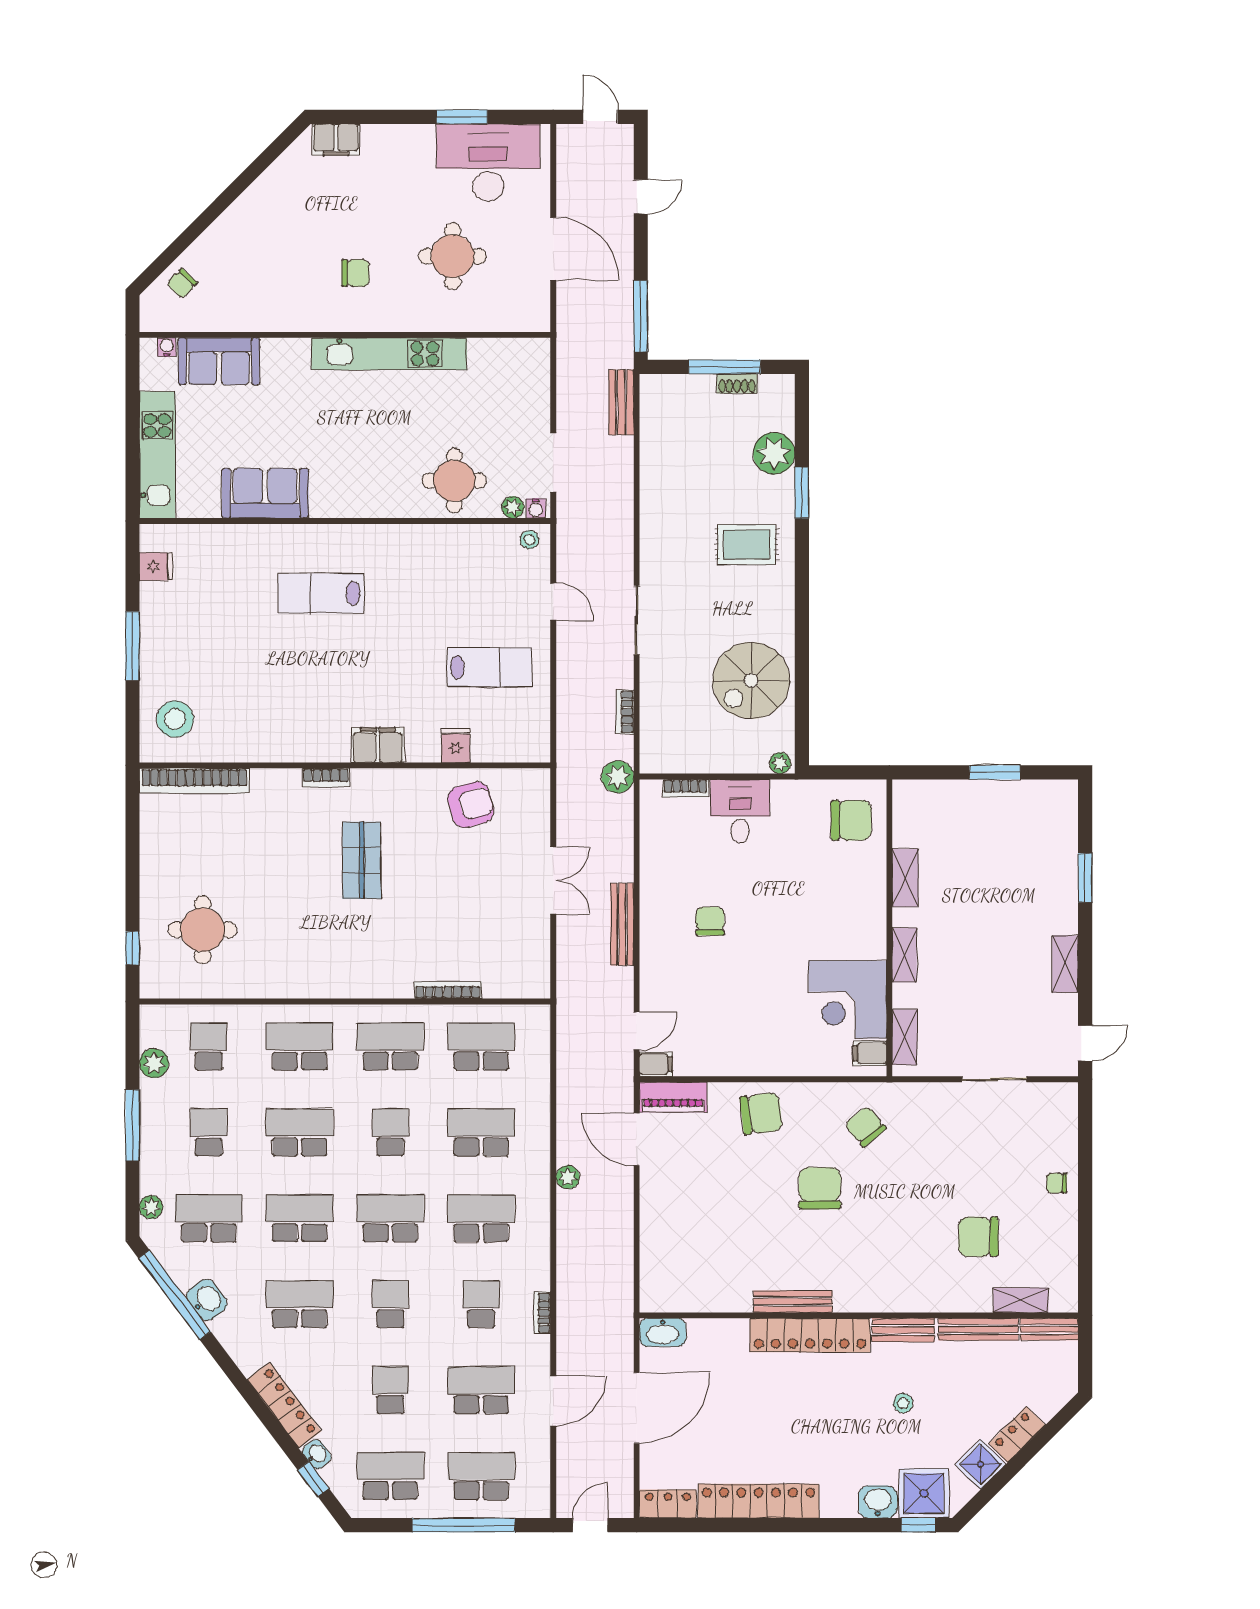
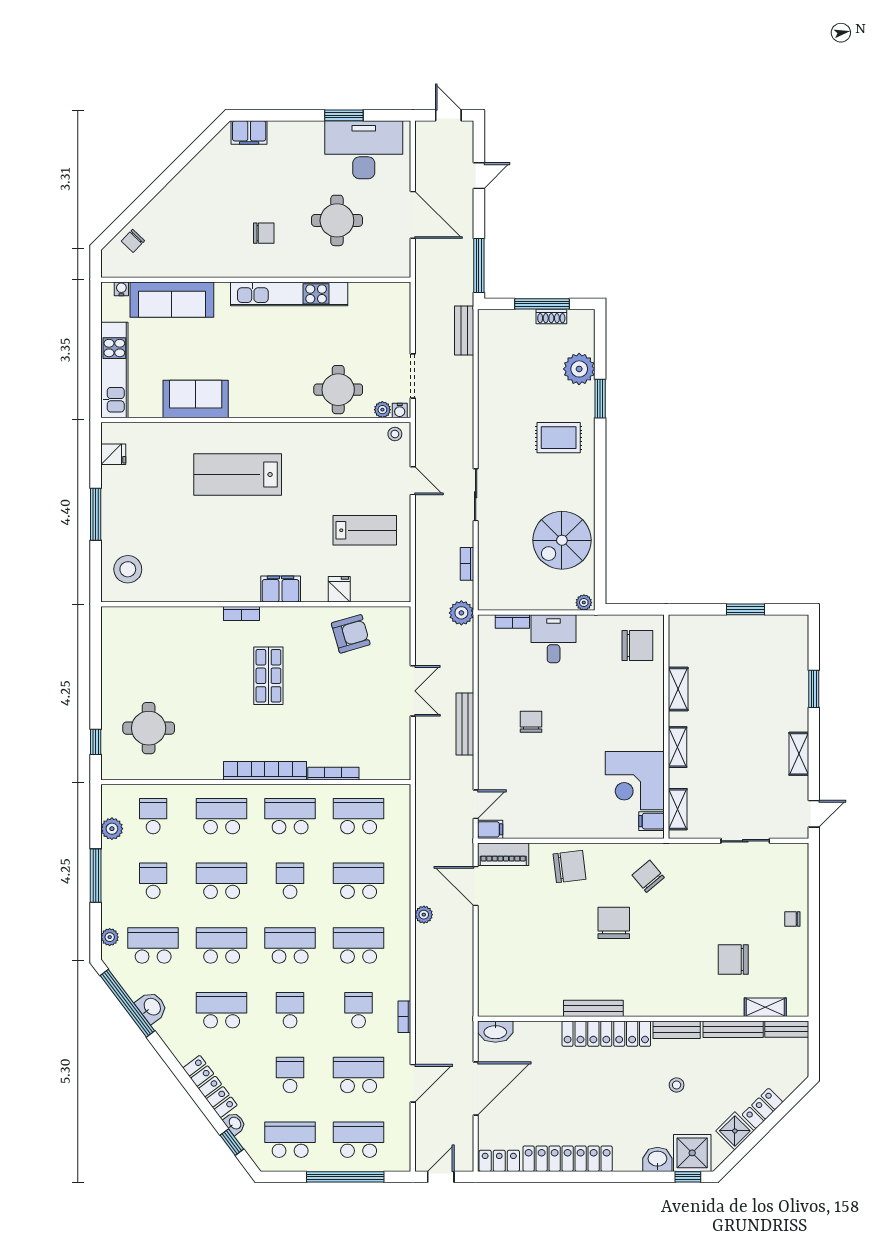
sofa: (219, 361) -> (172, 300), width x1.36
lab bench: (321, 593) -> (238, 474), width x1.36, depth x1.39
bookcase: (194, 781) -> (265, 771), moved, turned 180

